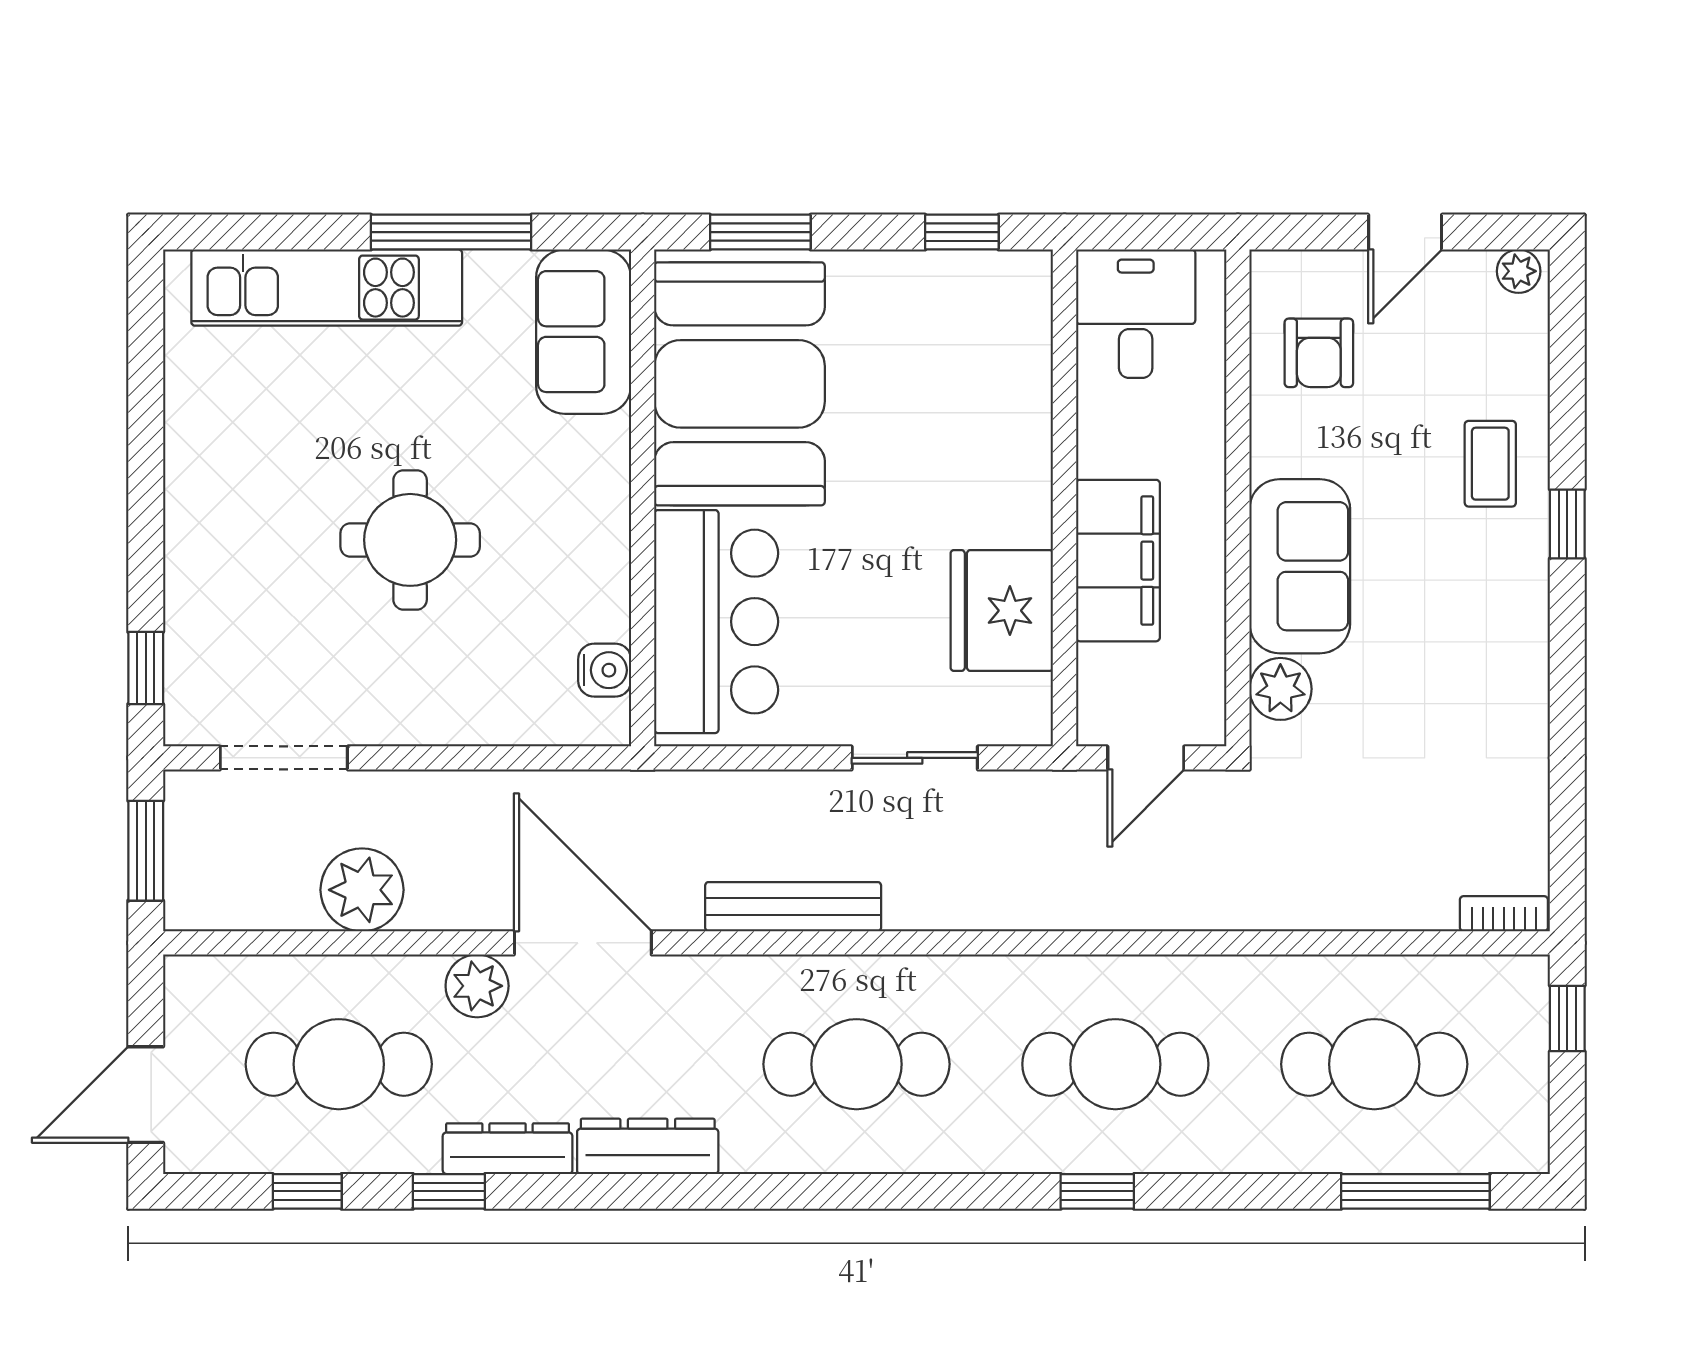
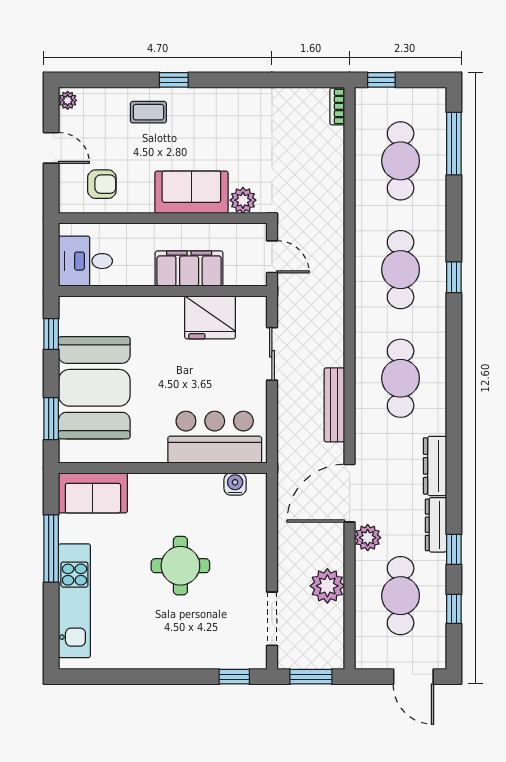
booth: (740, 384) -> (94, 388), moved, turned 90

